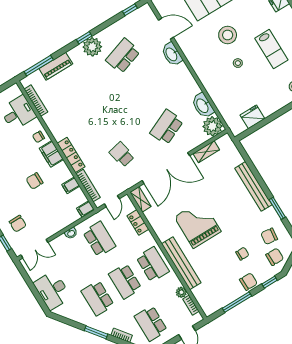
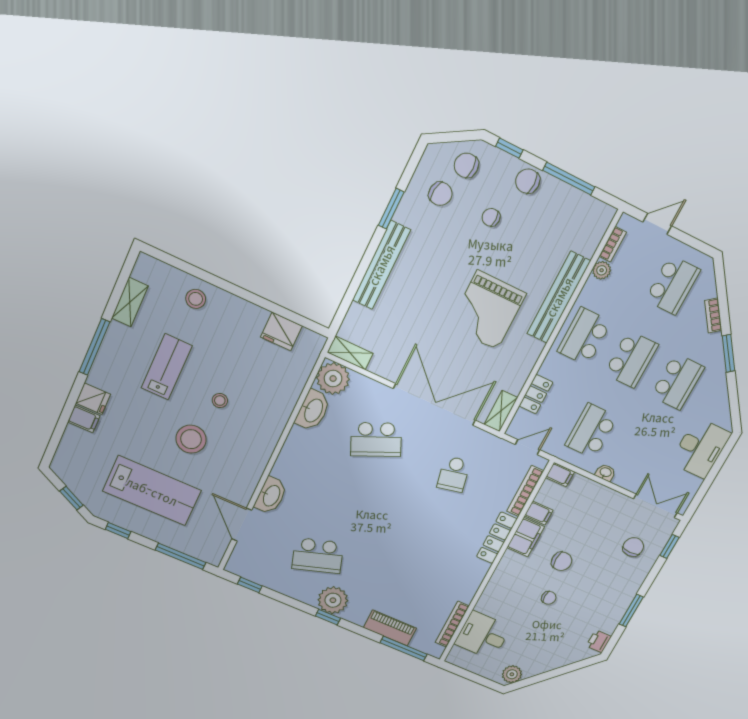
chair: (38, 137) -> (549, 598), moved
shelving: (206, 152) -> (350, 353), moved
filing cabinet: (51, 154) -> (526, 537), moved

